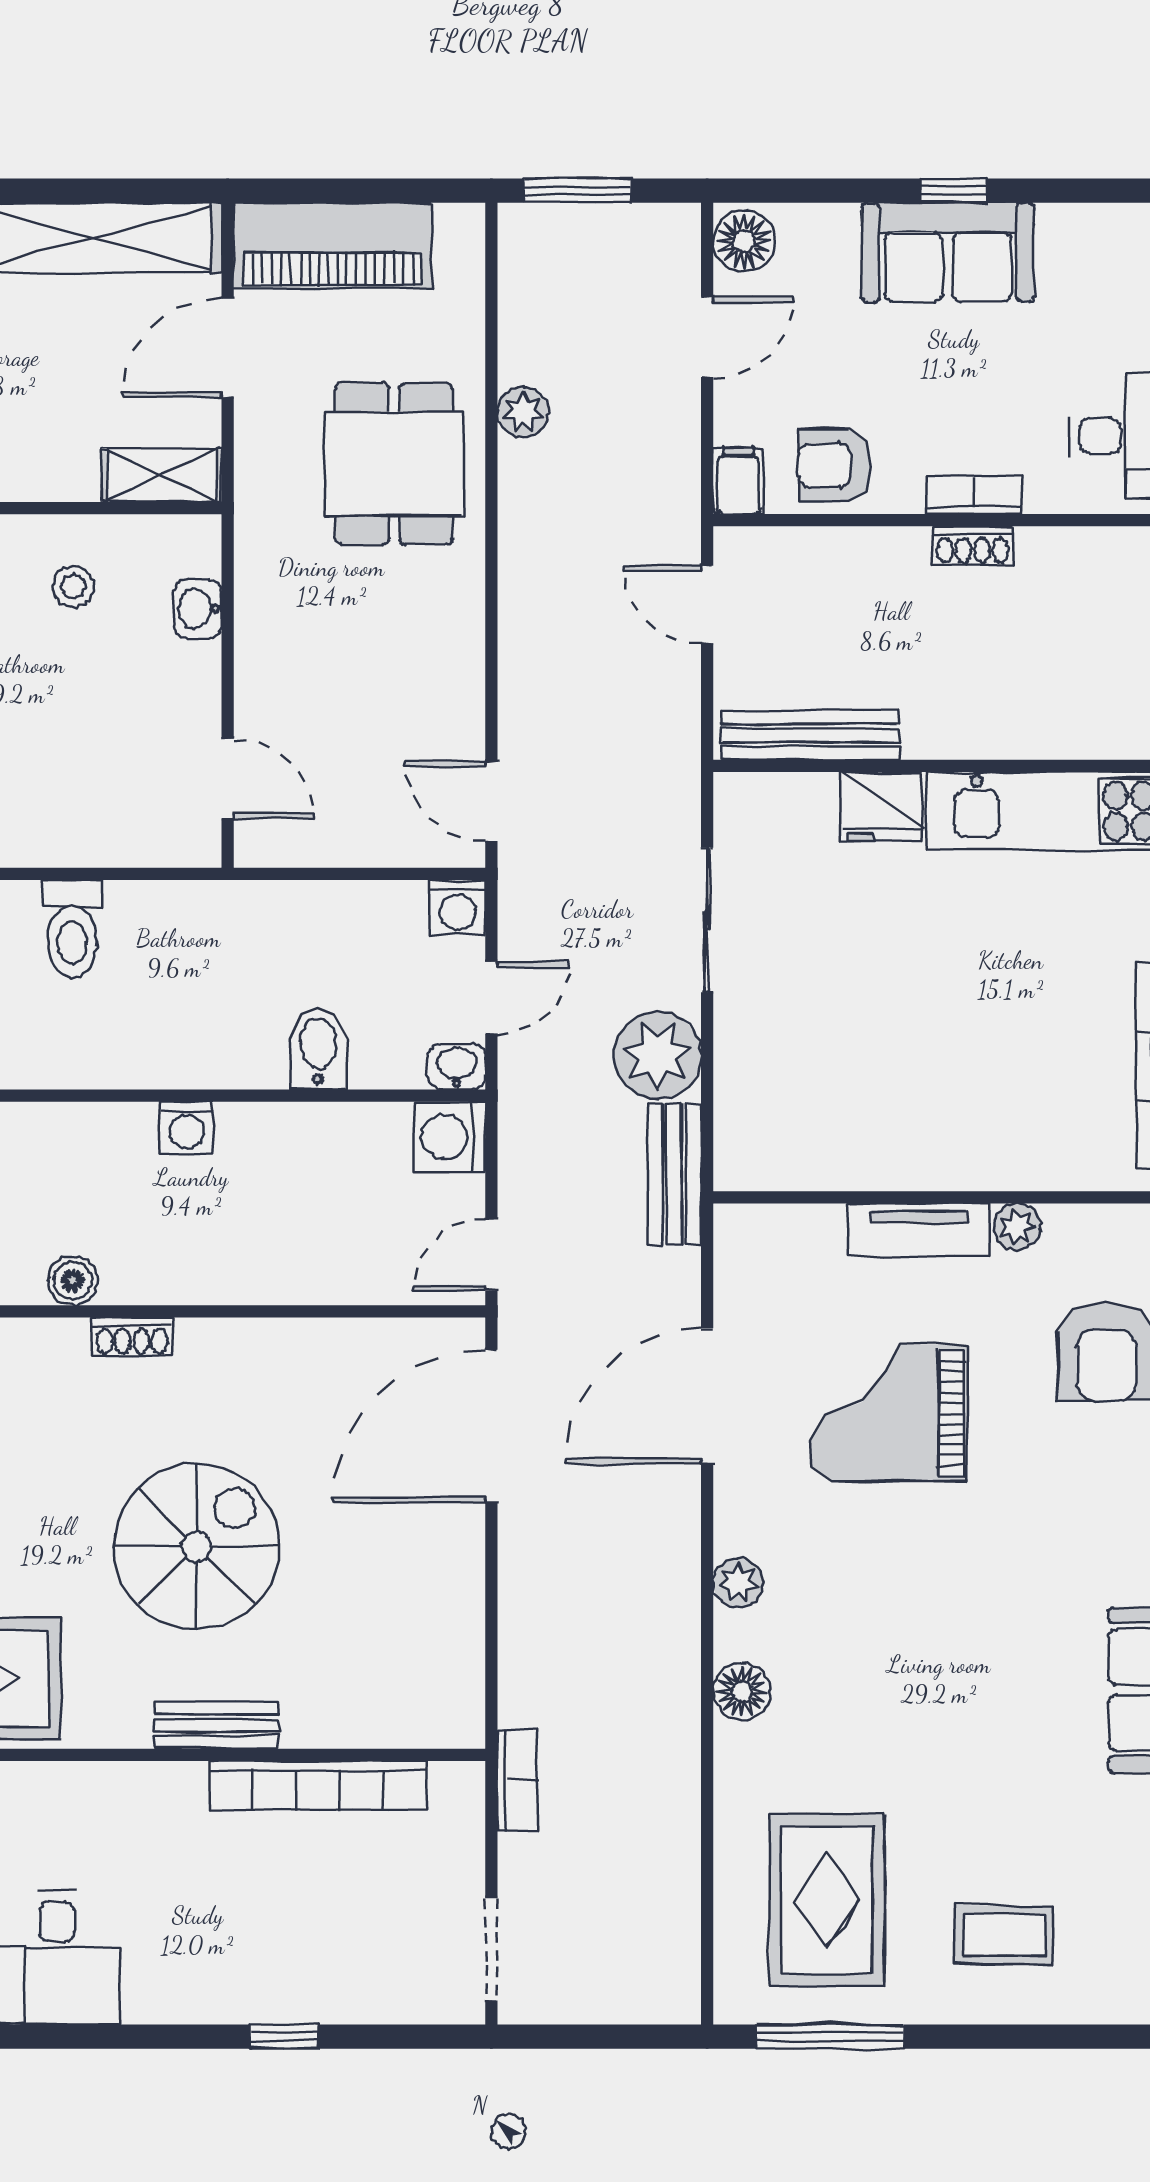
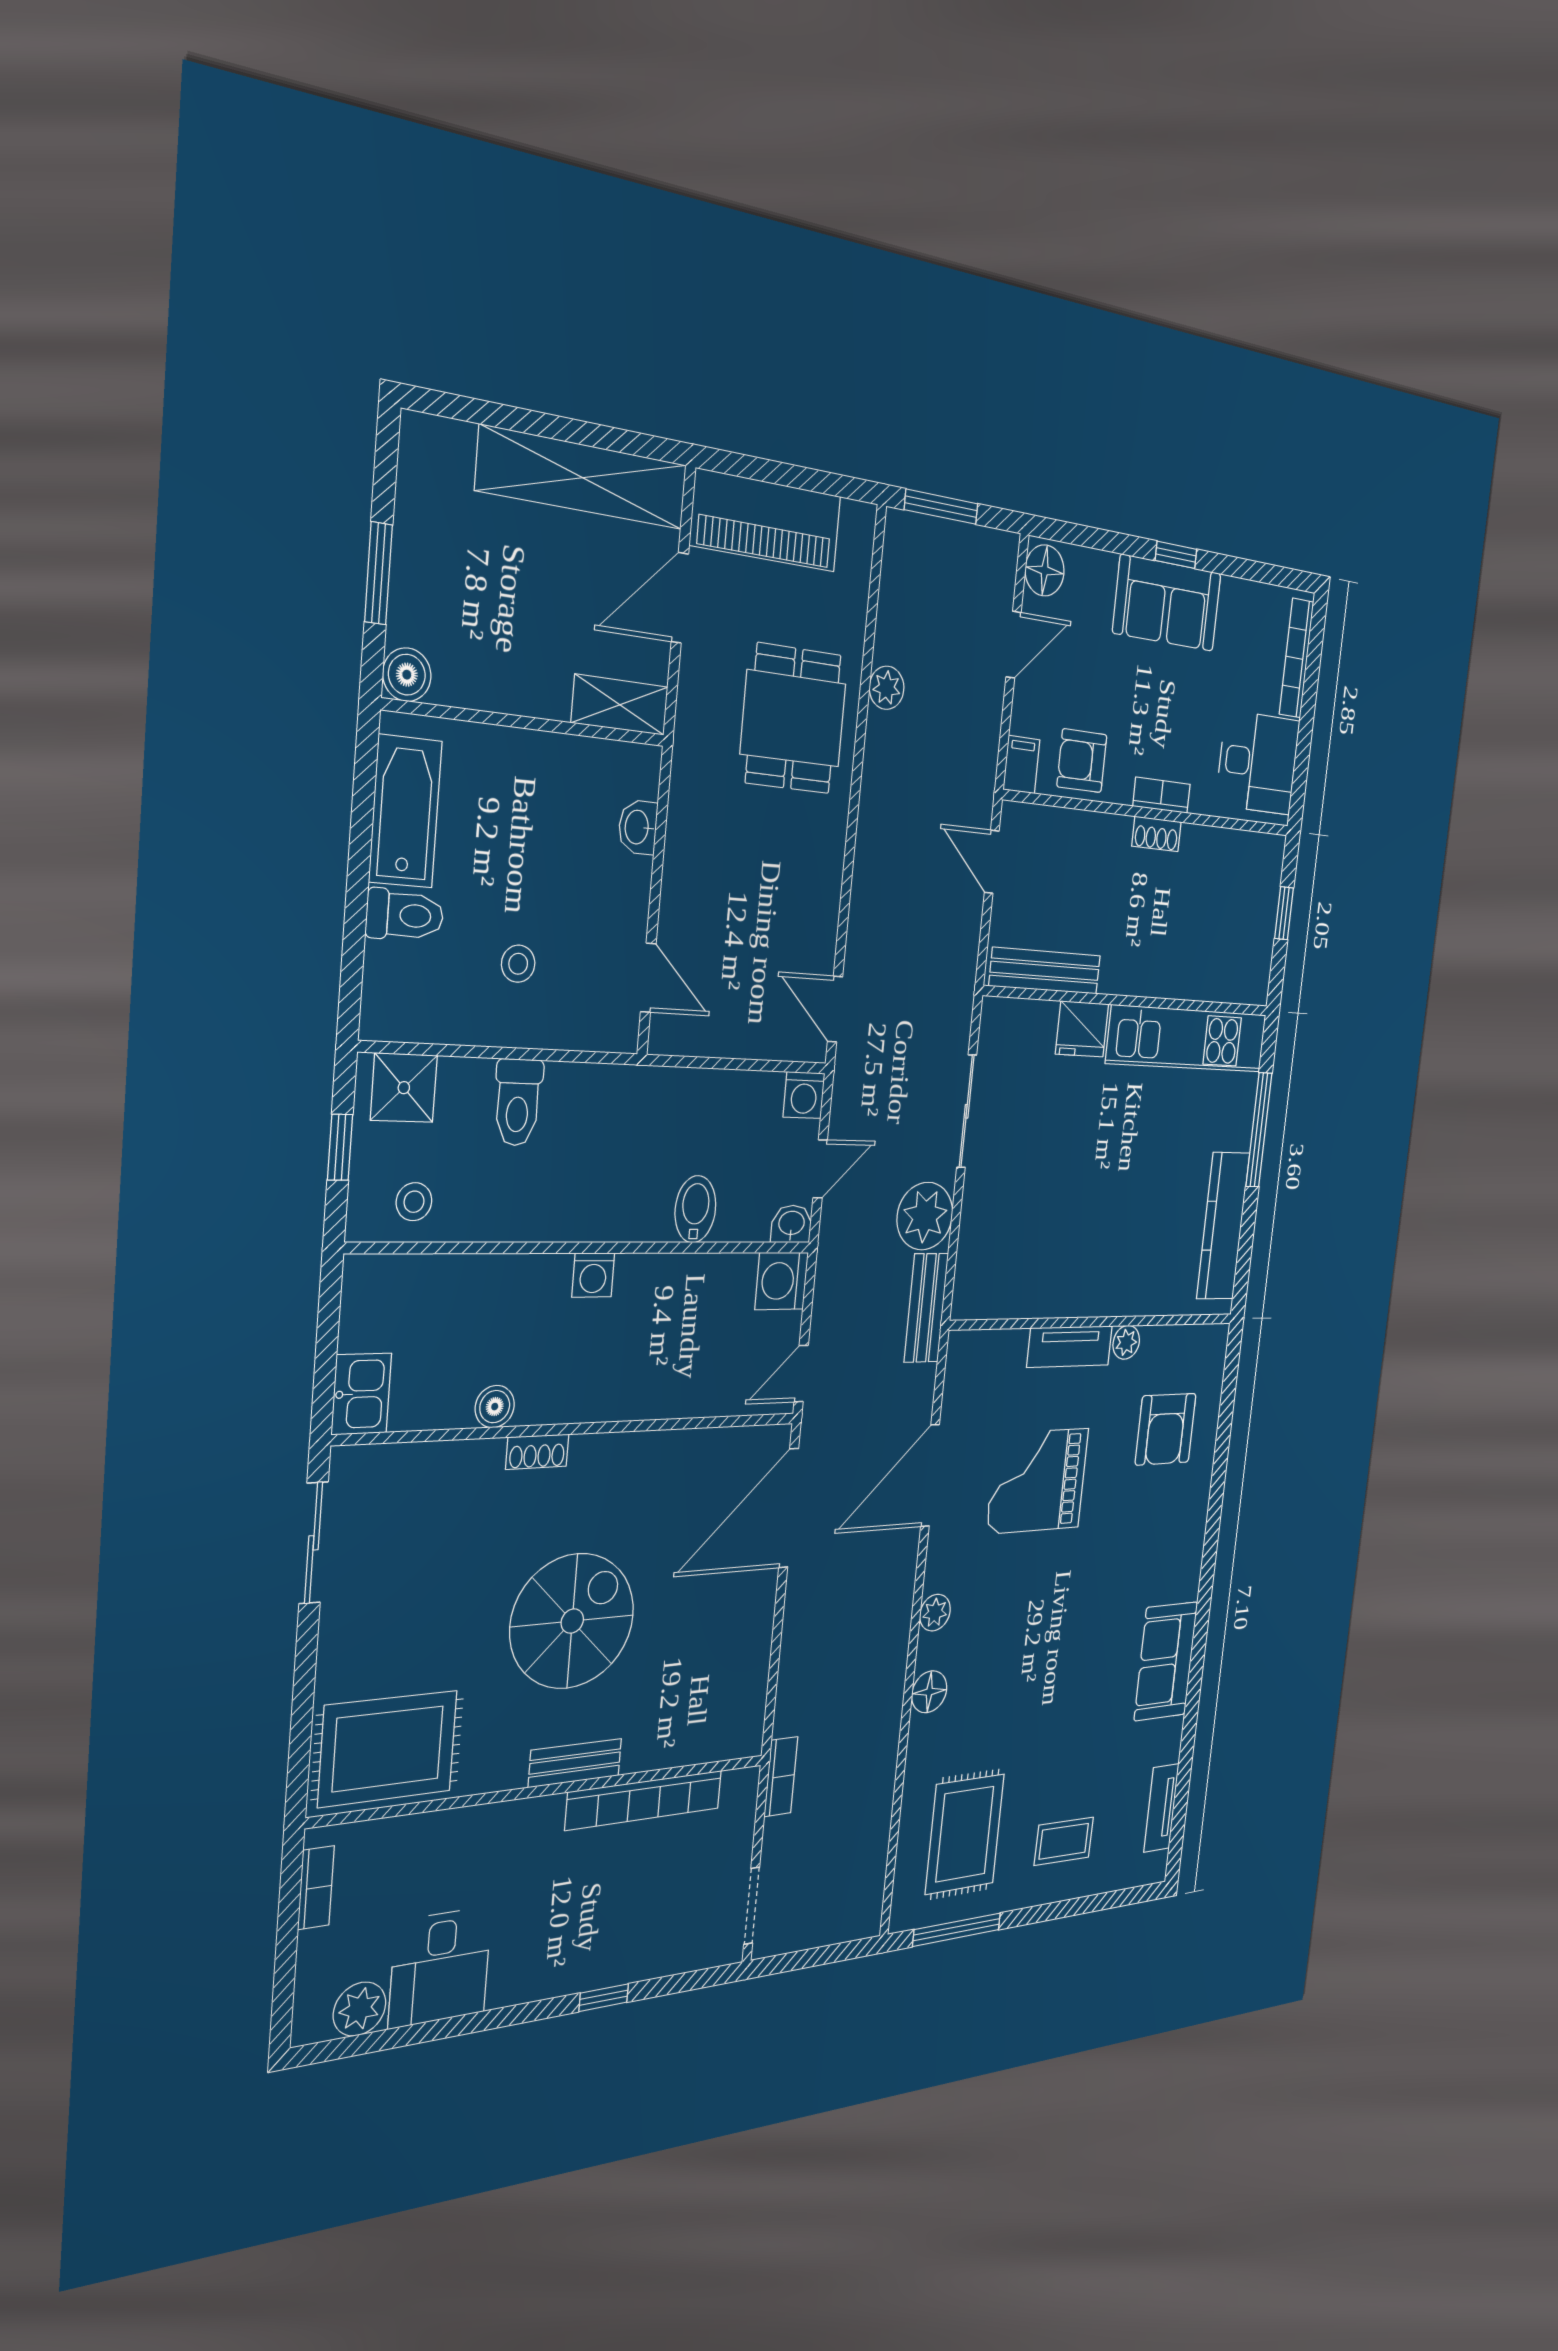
stool: (73, 587) -> (518, 964), moved

